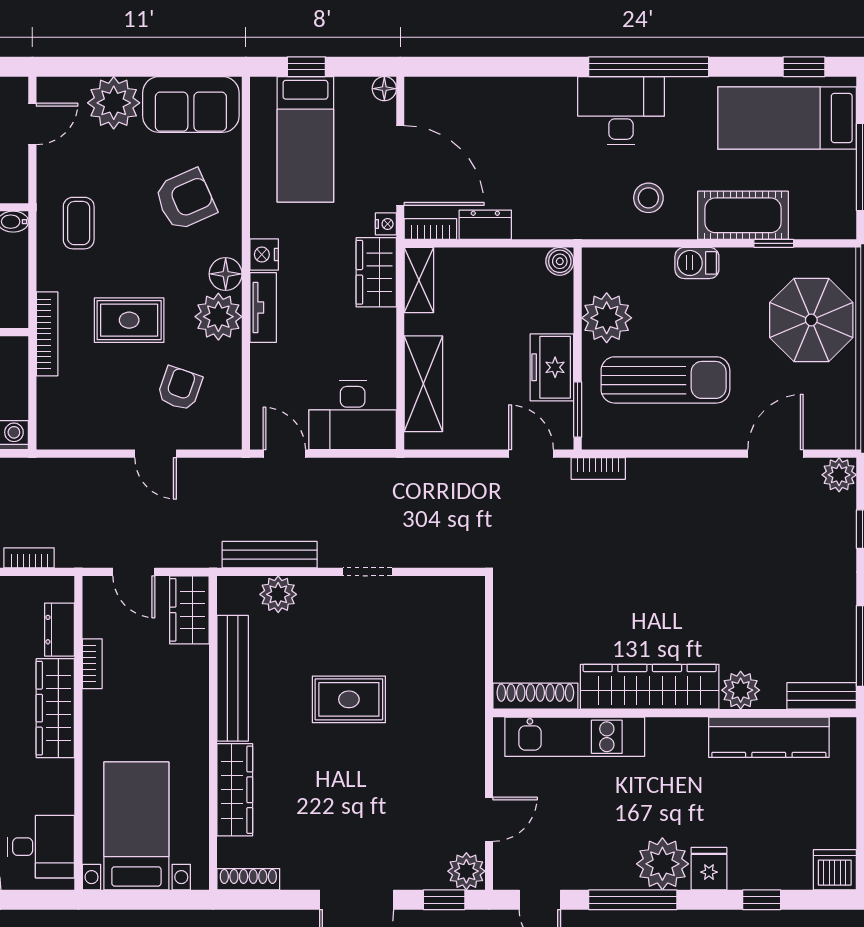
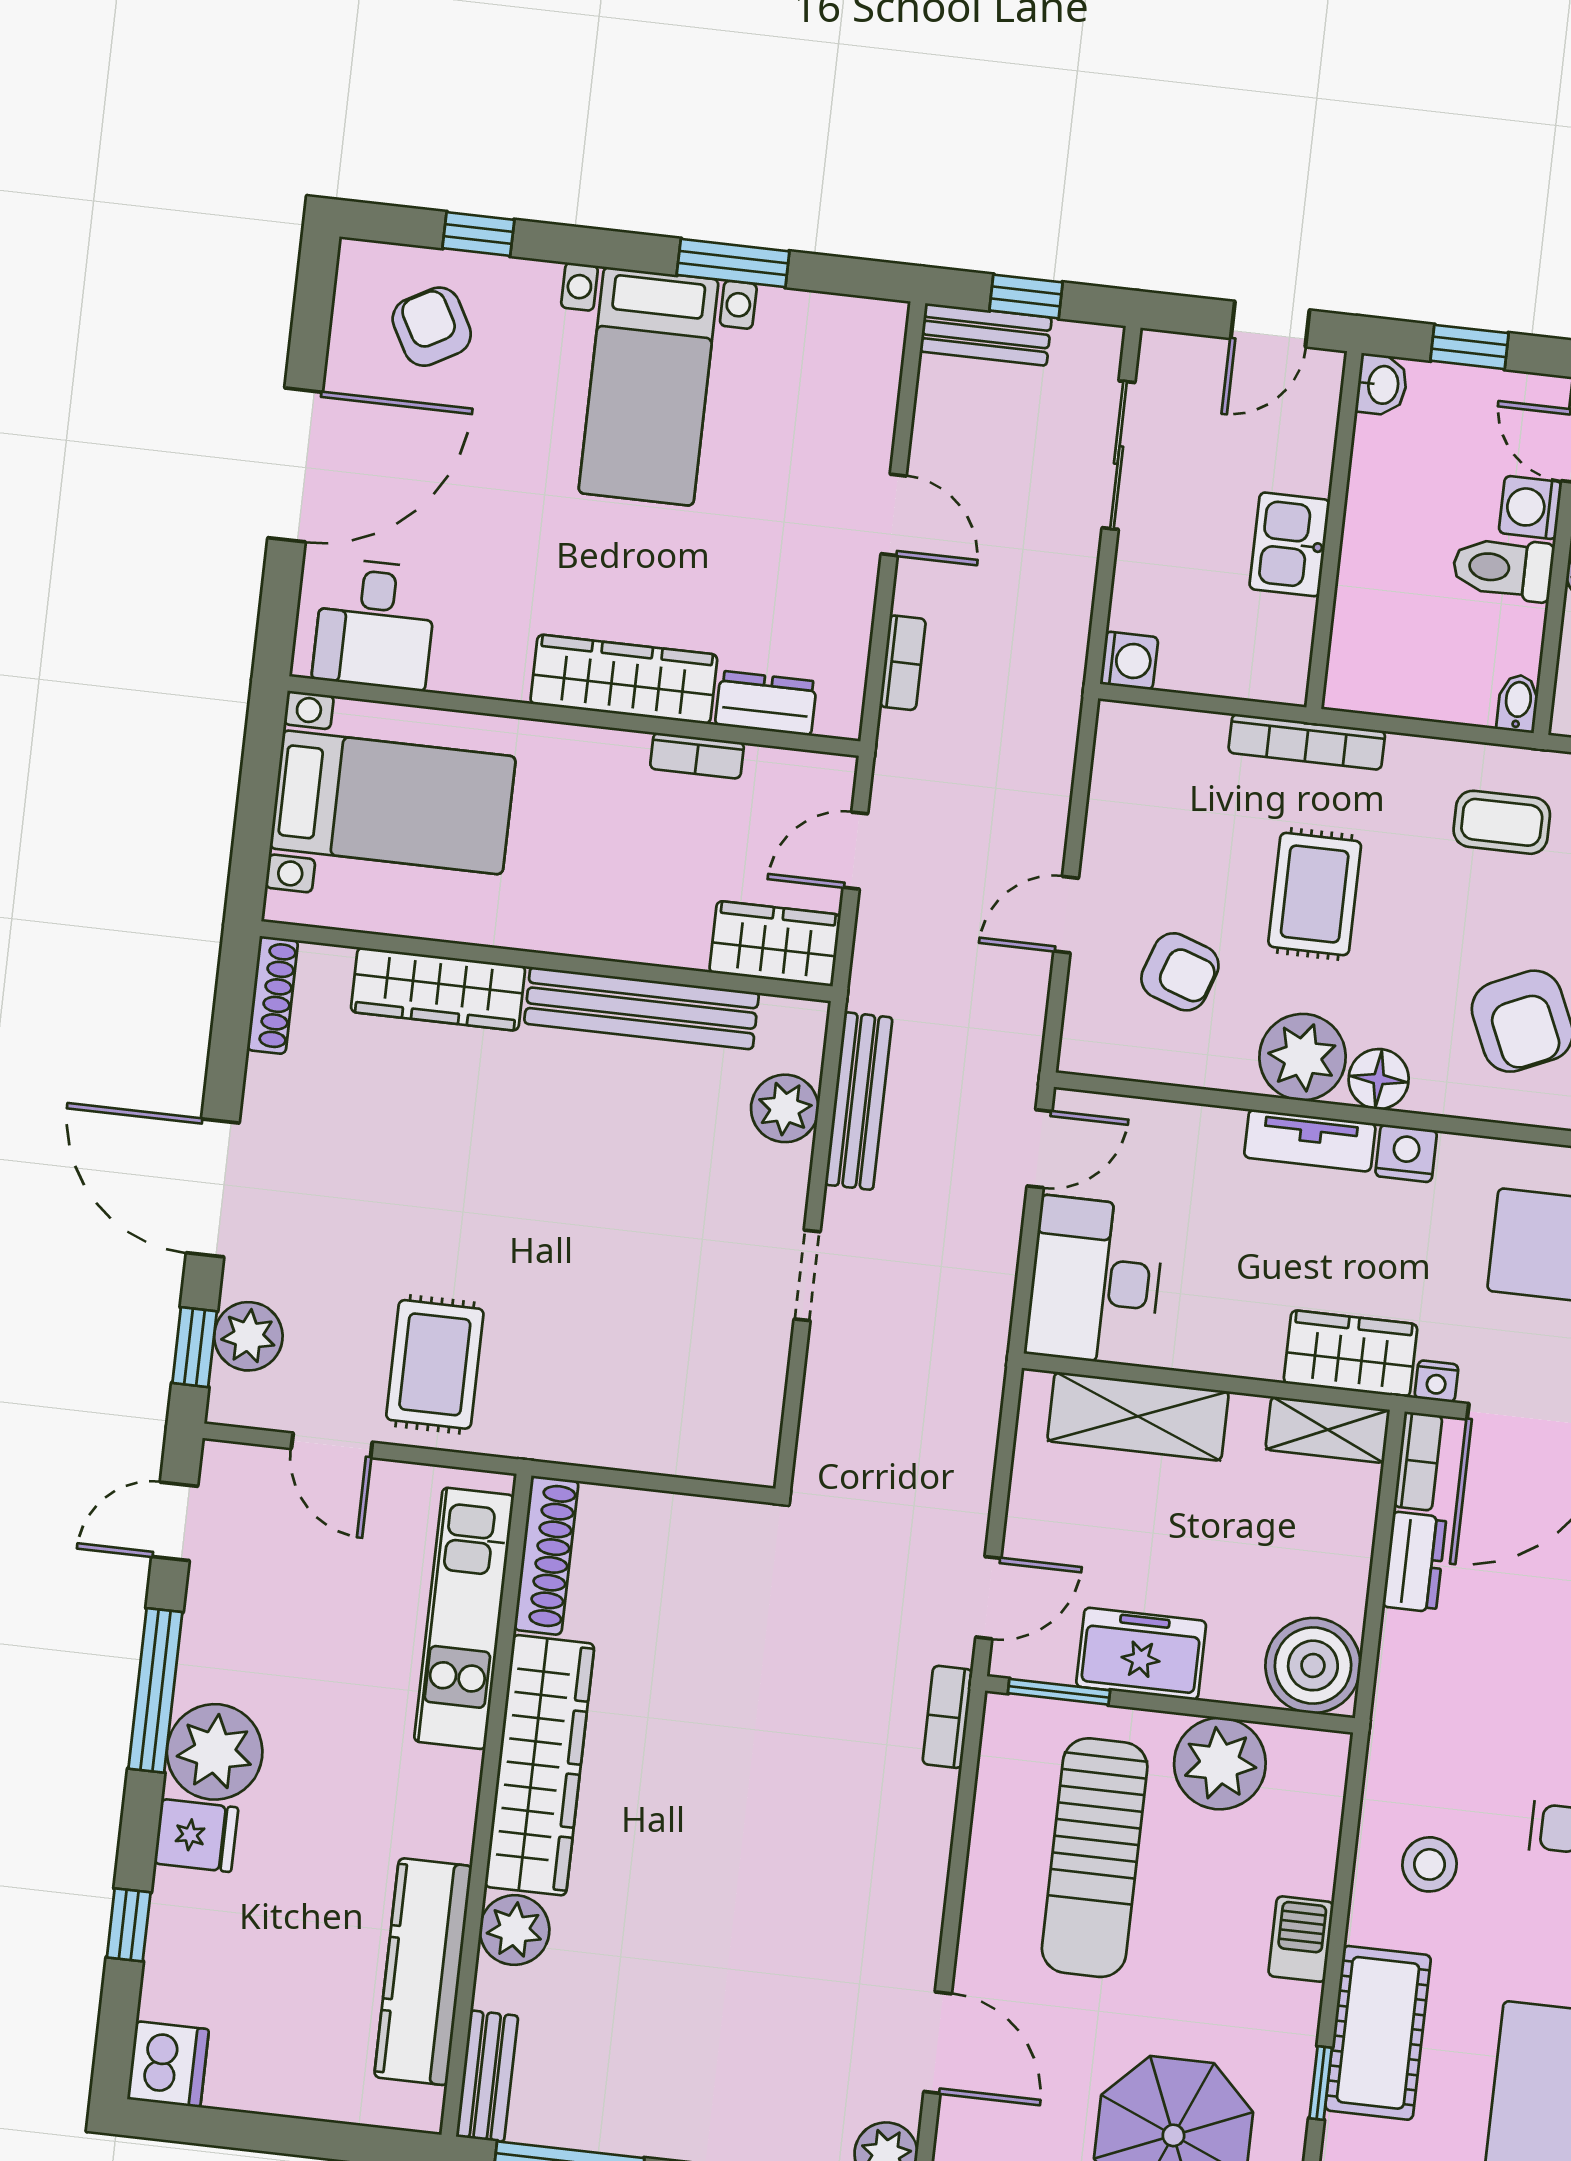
boiler: (560, 261) -> (1313, 1665), width x1.86, depth x1.86
rug: (349, 699) -> (435, 1364), moved
plant: (466, 871) -> (248, 1336), moved

